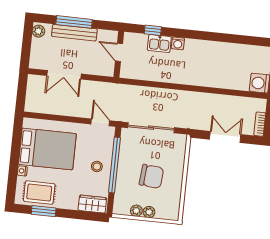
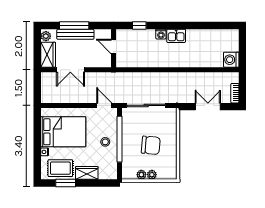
kitchen sink: (159, 43) -> (176, 36), moved
wardrobe: (39, 54) -> (48, 55), added
wardrobe: (92, 204) -> (87, 173), moved

